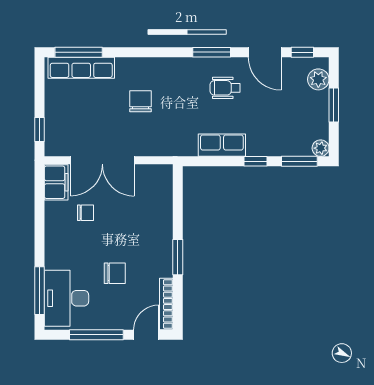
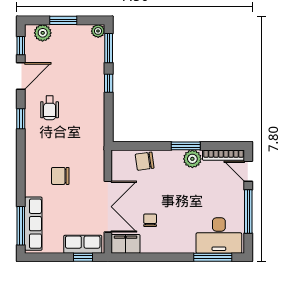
window: (212, 52) -> (21, 119), width x0.67
row of seats: (222, 145) -> (83, 244), moved, turned 90
plant: (162, 265) -> (192, 159), added
chair: (115, 273) -> (145, 161), moved, turned -98

